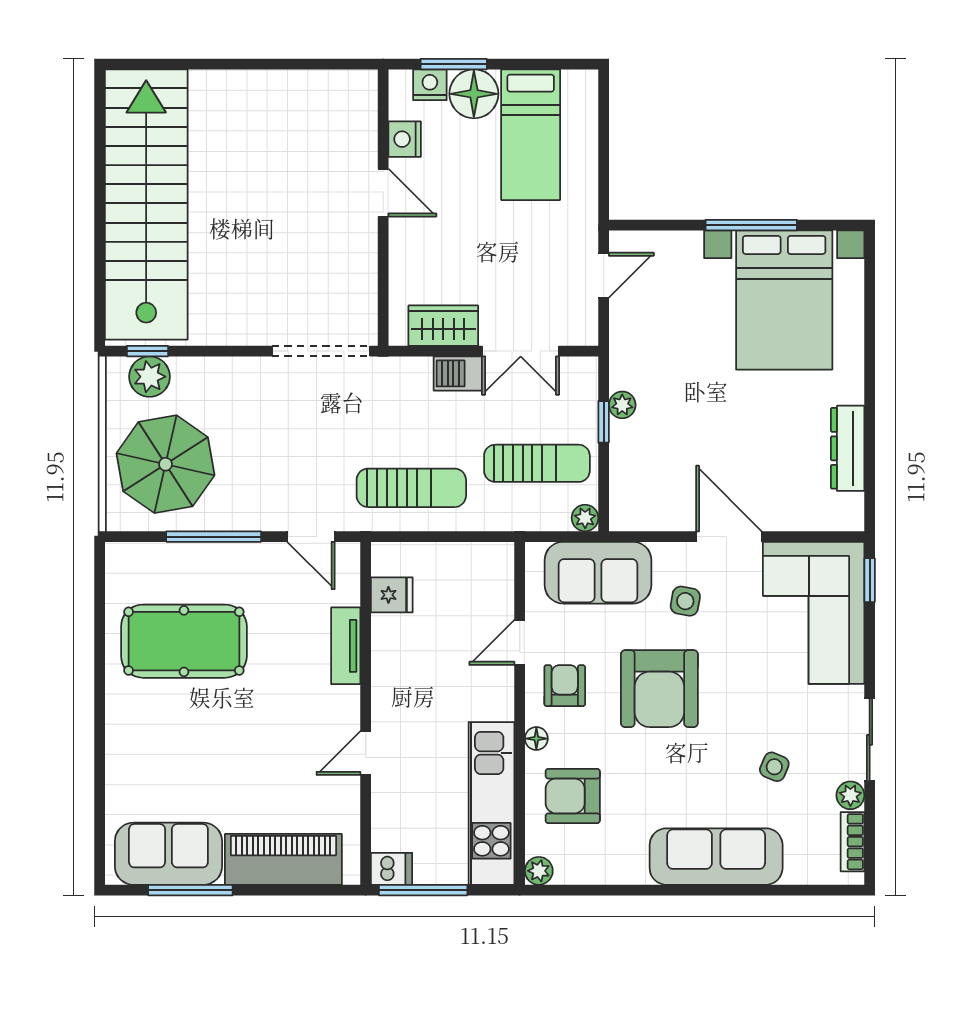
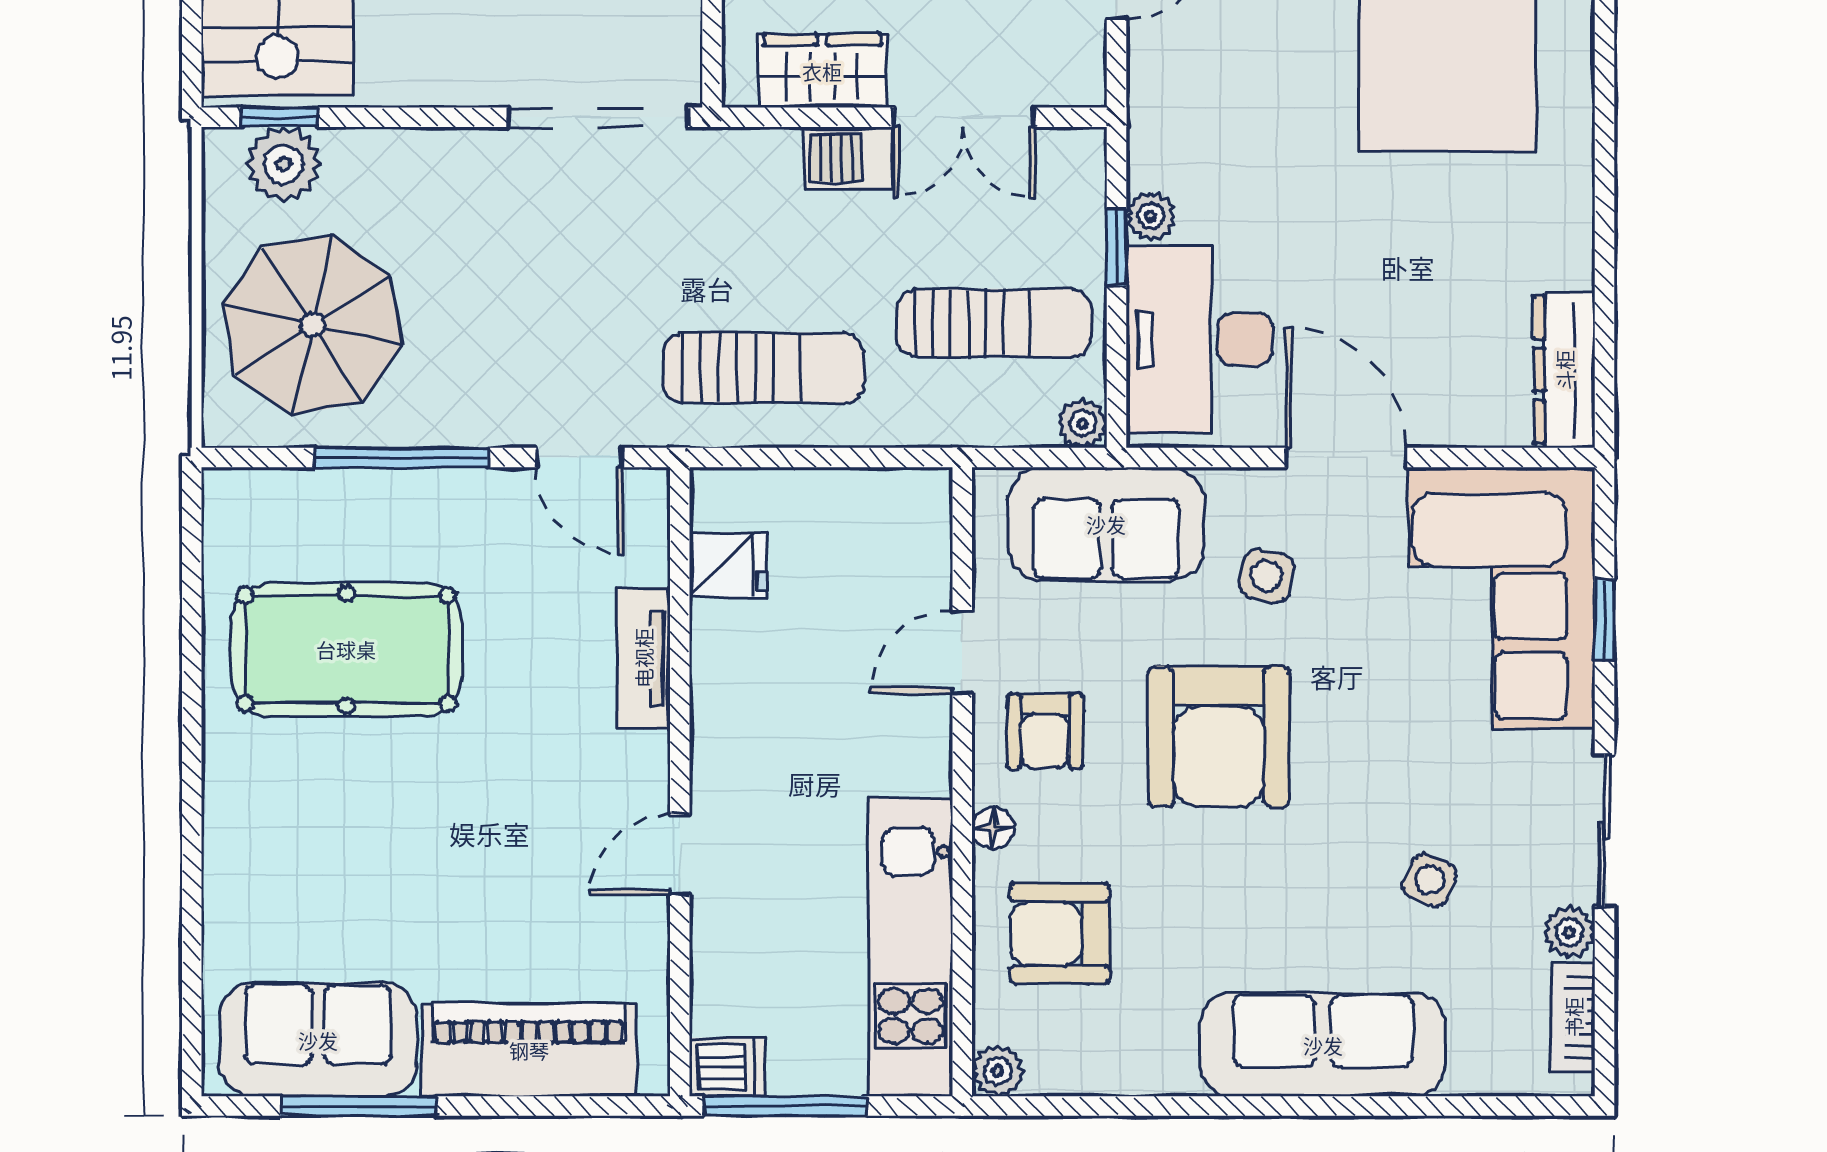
dresser: (848, 448) -> (1564, 370), moved
desk: (649, 472) -> (1200, 339), added
window: (870, 580) -> (1604, 620), moved
armchair: (565, 686) -> (1045, 731), turned 180

